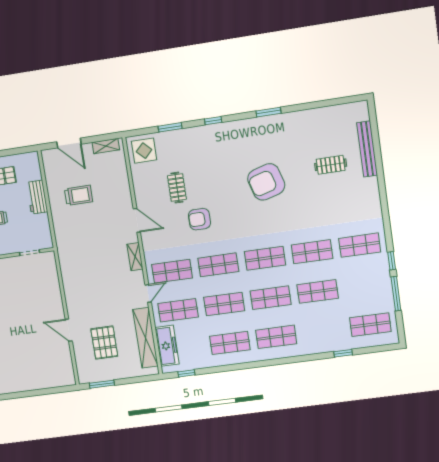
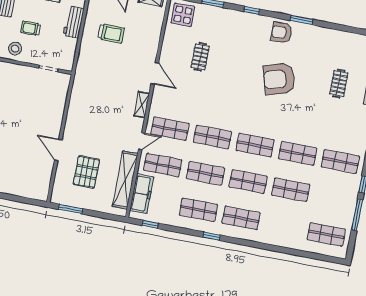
clothes rail: (331, 165) -> (339, 84), turned 90
armchair: (199, 219) -> (282, 33), moved
window: (343, 353) -> (212, 236), moved

